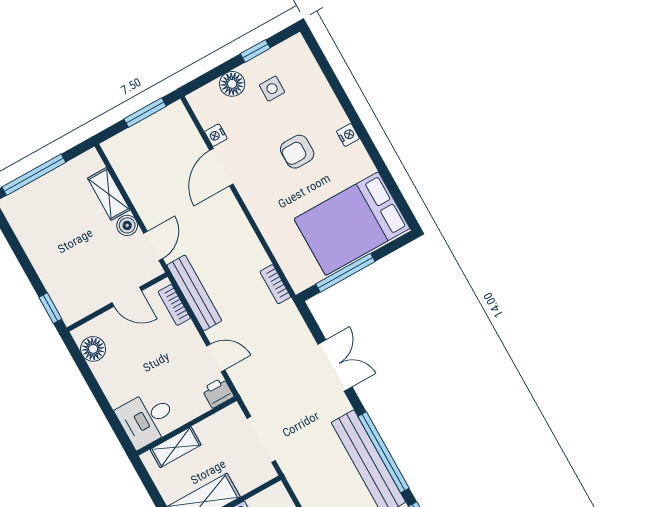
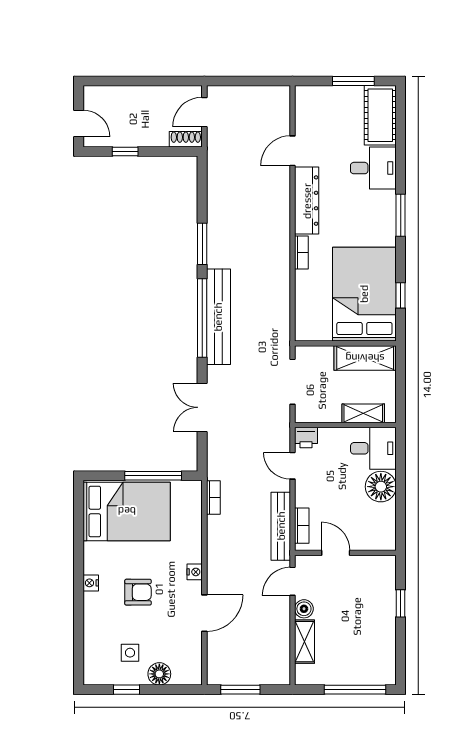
nightstand: (216, 135) -> (195, 572), moved
window: (50, 308) -> (401, 603), moved
floor lamp: (93, 349) -> (381, 487), moved, width x1.38, depth x1.38

